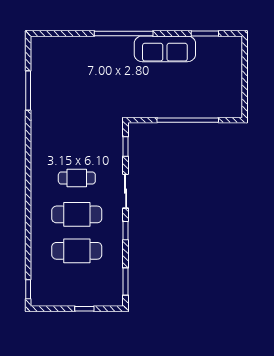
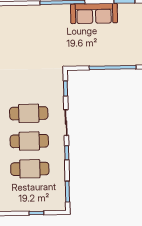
cafe table: (77, 178) -> (29, 113), width x1.37, depth x1.35

